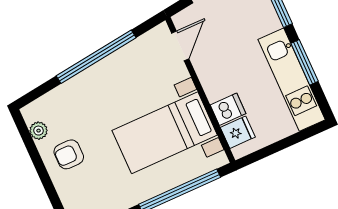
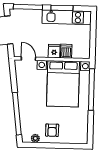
window: (96, 57) -> (17, 114), moved
fridge: (238, 132) -> (54, 51), moved
bed with nightstands: (165, 133) -> (63, 84), width x1.36

